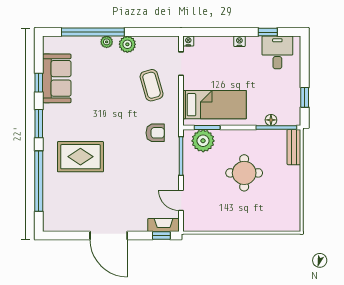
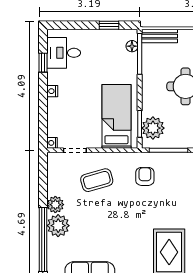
plant: (107, 42) -> (58, 226), width x1.87, depth x1.87
floor lamp: (271, 120) -> (132, 46), moved

